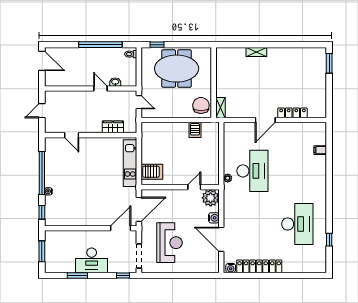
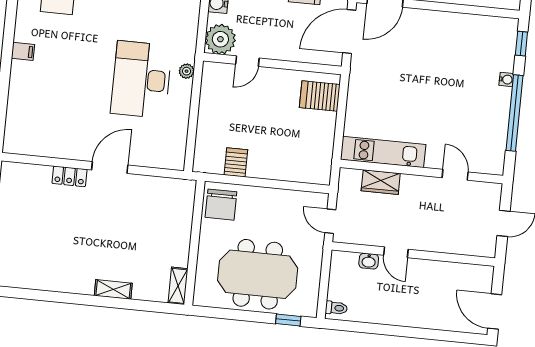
window: (100, 45) -> (388, 330), removed
shelving: (220, 108) -> (178, 286), moved
locker: (292, 113) -> (69, 176), width x0.66
filing cabinet: (320, 150) -> (23, 51), moved
kitchen unit: (130, 163) -> (383, 152), moved, turned -90

